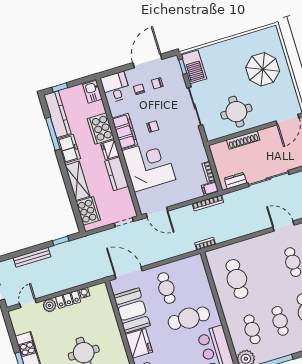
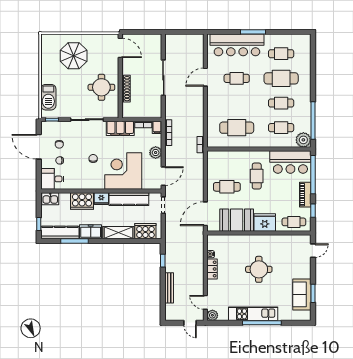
barbecue: (194, 67) -> (48, 97), moved, turned 90
filing cabinet: (125, 131) -> (120, 128), moved, turned 180
kitchen counter: (117, 174) -> (129, 199), width x1.50
dresser: (235, 181) -> (157, 105), removed
plant: (181, 195) -> (156, 153), added
plant: (49, 305) -> (212, 315), moved
cafe table: (189, 318) -> (257, 176), width x0.73, depth x0.74

